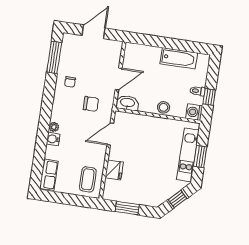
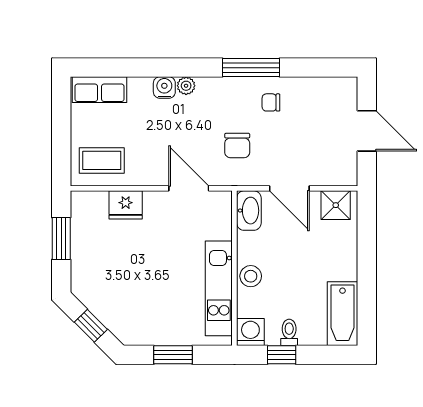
shower: (132, 55) -> (336, 205), added
window: (54, 57) -> (251, 68), moved
bathtub: (179, 58) -> (343, 314), moved
kitchen unit: (188, 155) -> (219, 288), moved, turned -90

